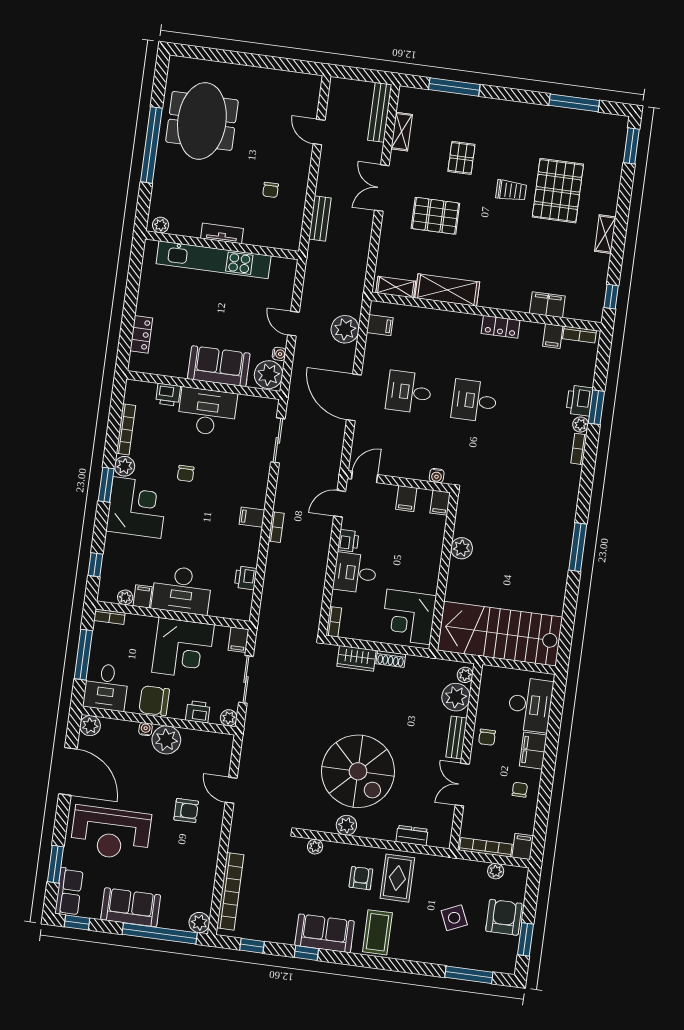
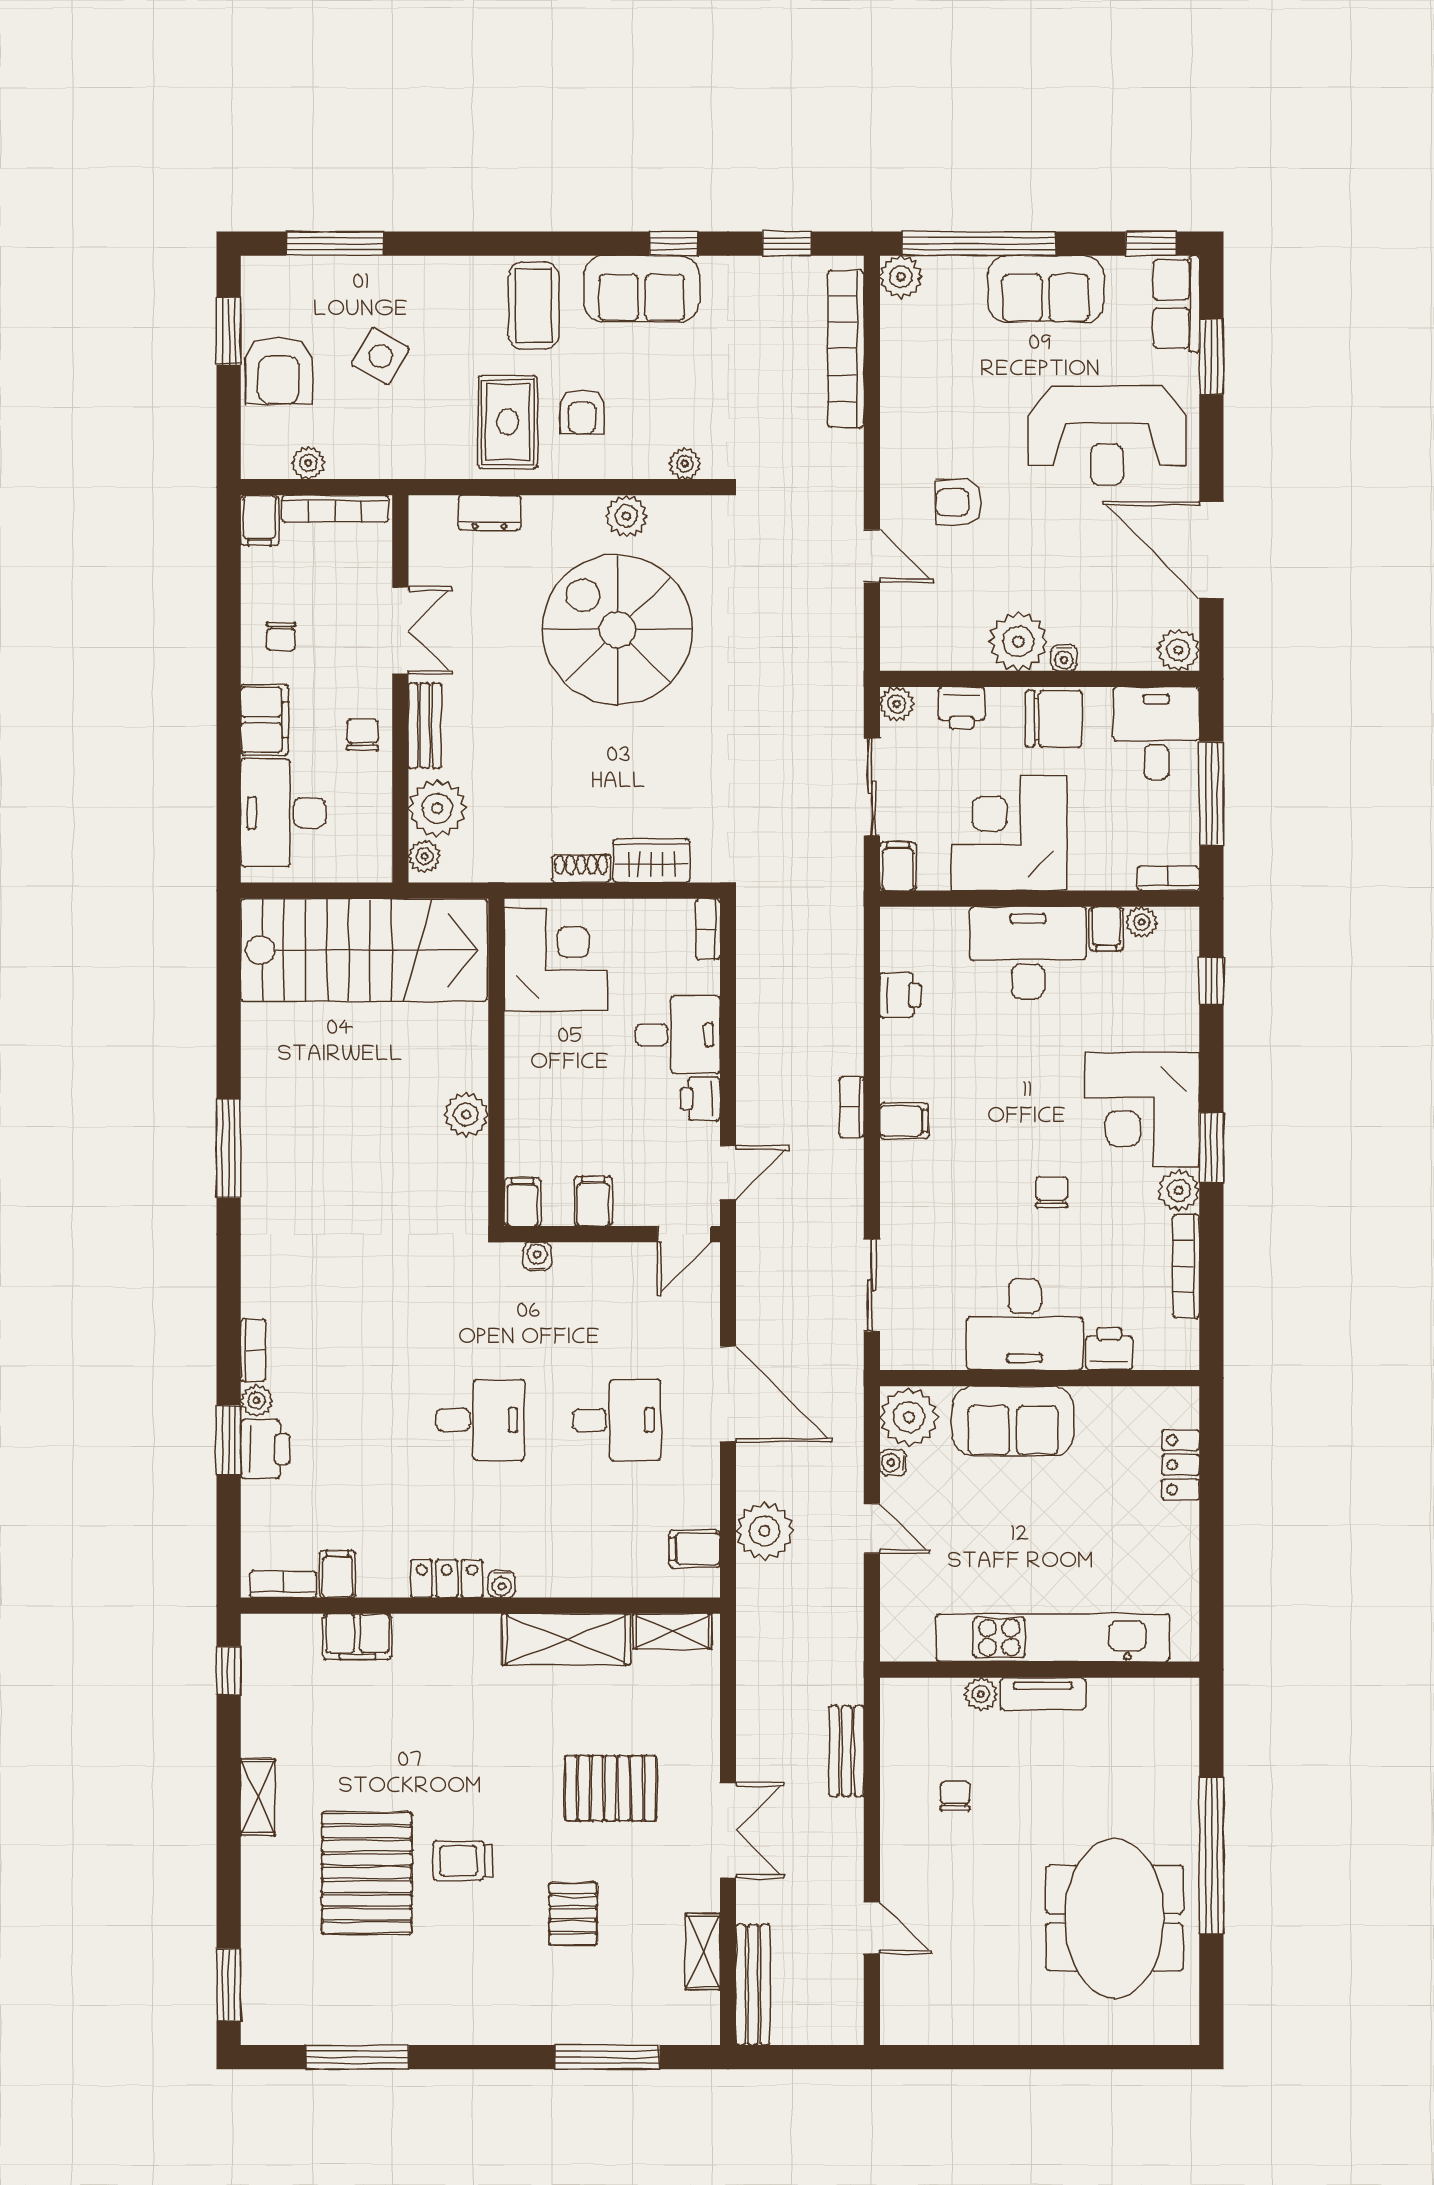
plant: (161, 225) -> (981, 1694), moved
water cooler: (475, 321) -> (502, 1584), added
reception desk: (111, 833) -> (1107, 436), turned 180
side table: (454, 918) -> (381, 356), turned -36

